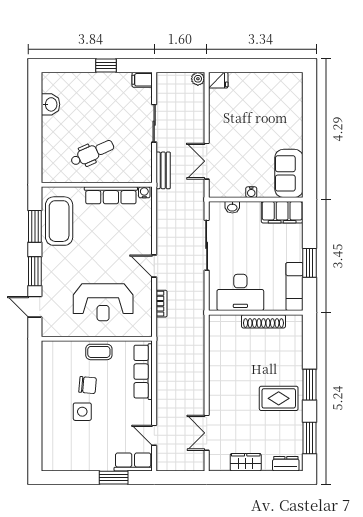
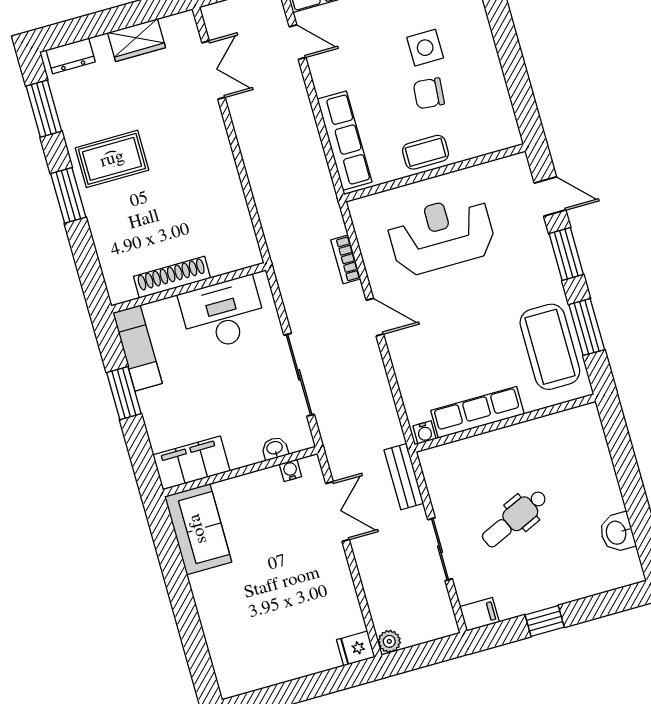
dental chair: (92, 153) -> (515, 518), moved
water cooler: (251, 192) -> (290, 470), moved

